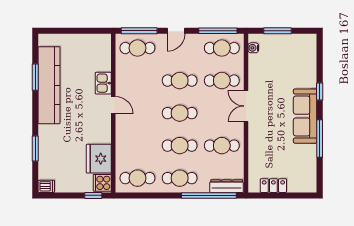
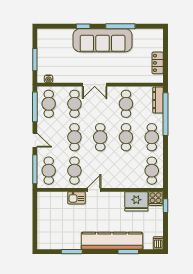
cafe table: (137, 81) -> (74, 171), added
kitchen counter: (49, 85) -> (112, 241), moved
sofa: (305, 116) -> (103, 40), width x1.36, depth x1.27

